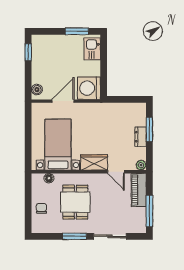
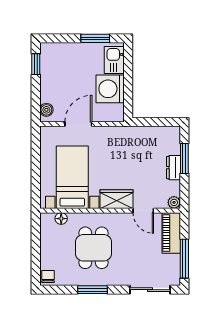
washing machine: (89, 88) -> (110, 89), moved
chair: (41, 208) -> (48, 277), moved
sliding door: (110, 236) -> (150, 290), moved

